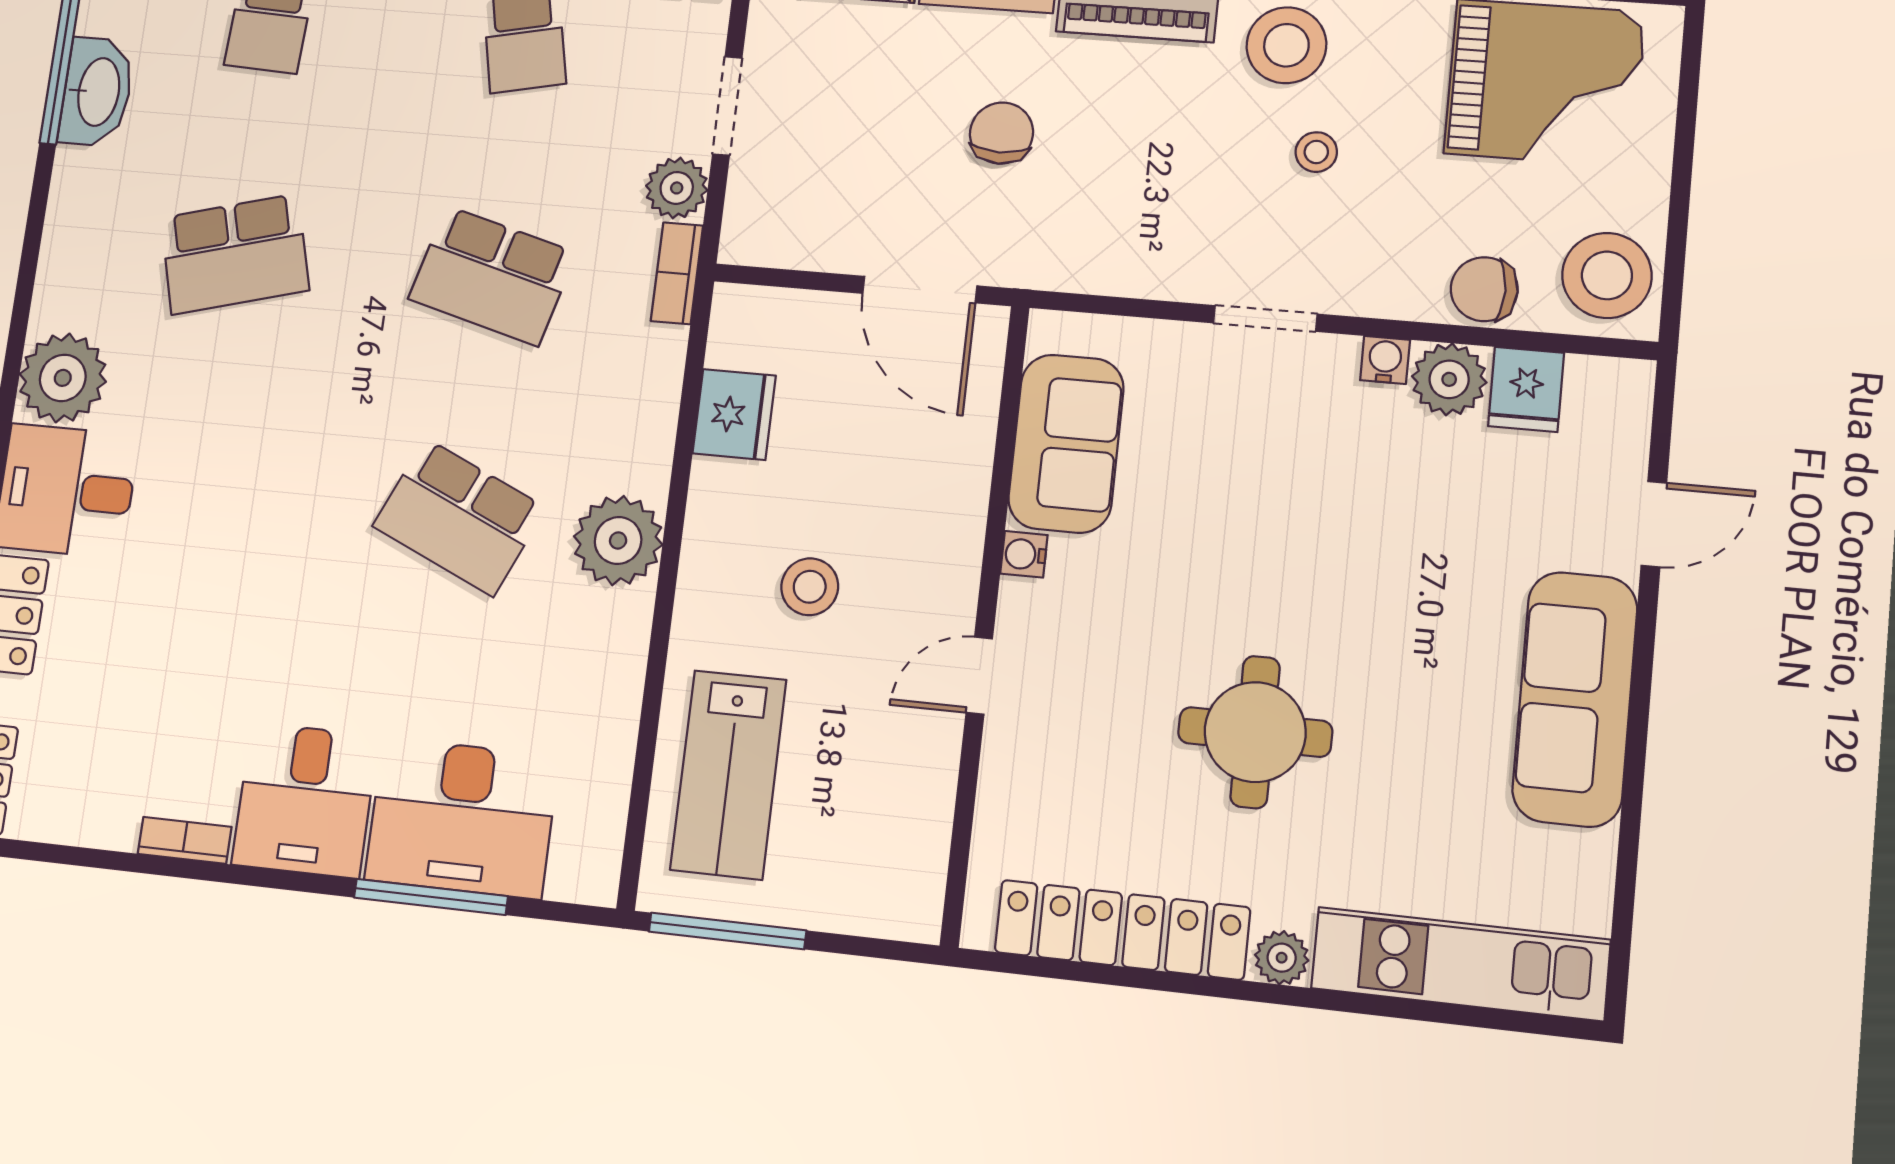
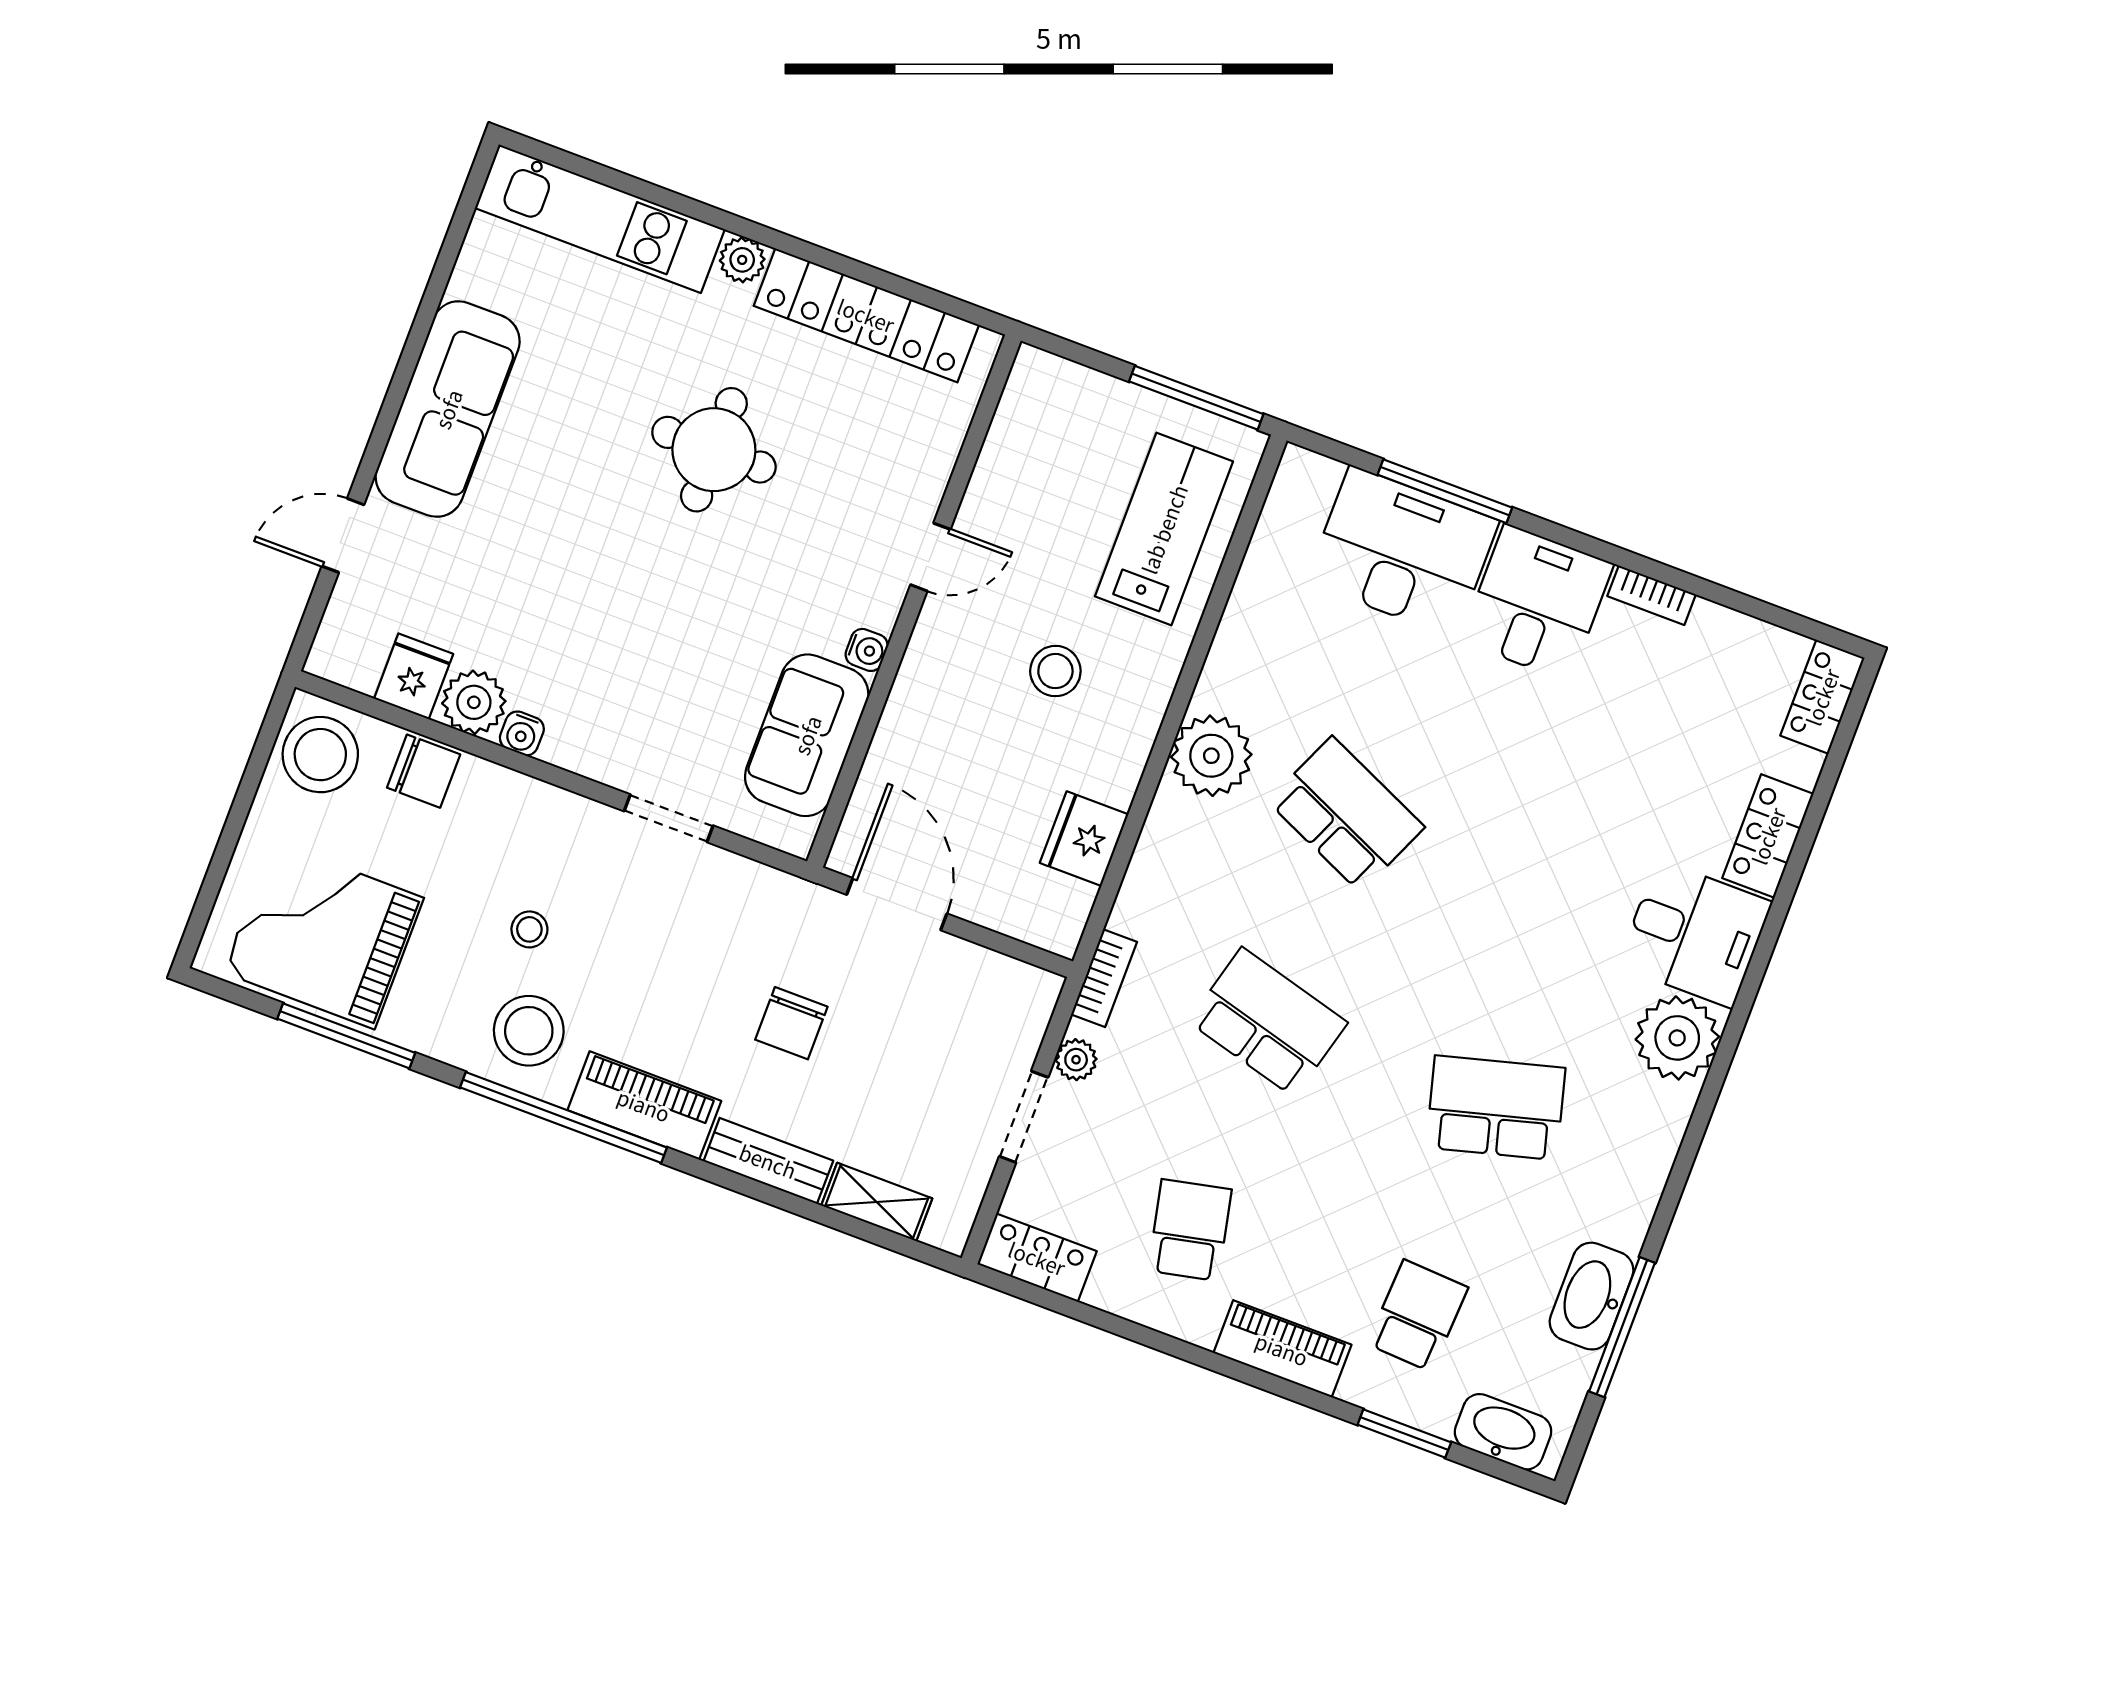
plant: (677, 188) -> (1076, 1060), width x0.73, depth x0.73
doorway: (1265, 318) -> (669, 818), moved

